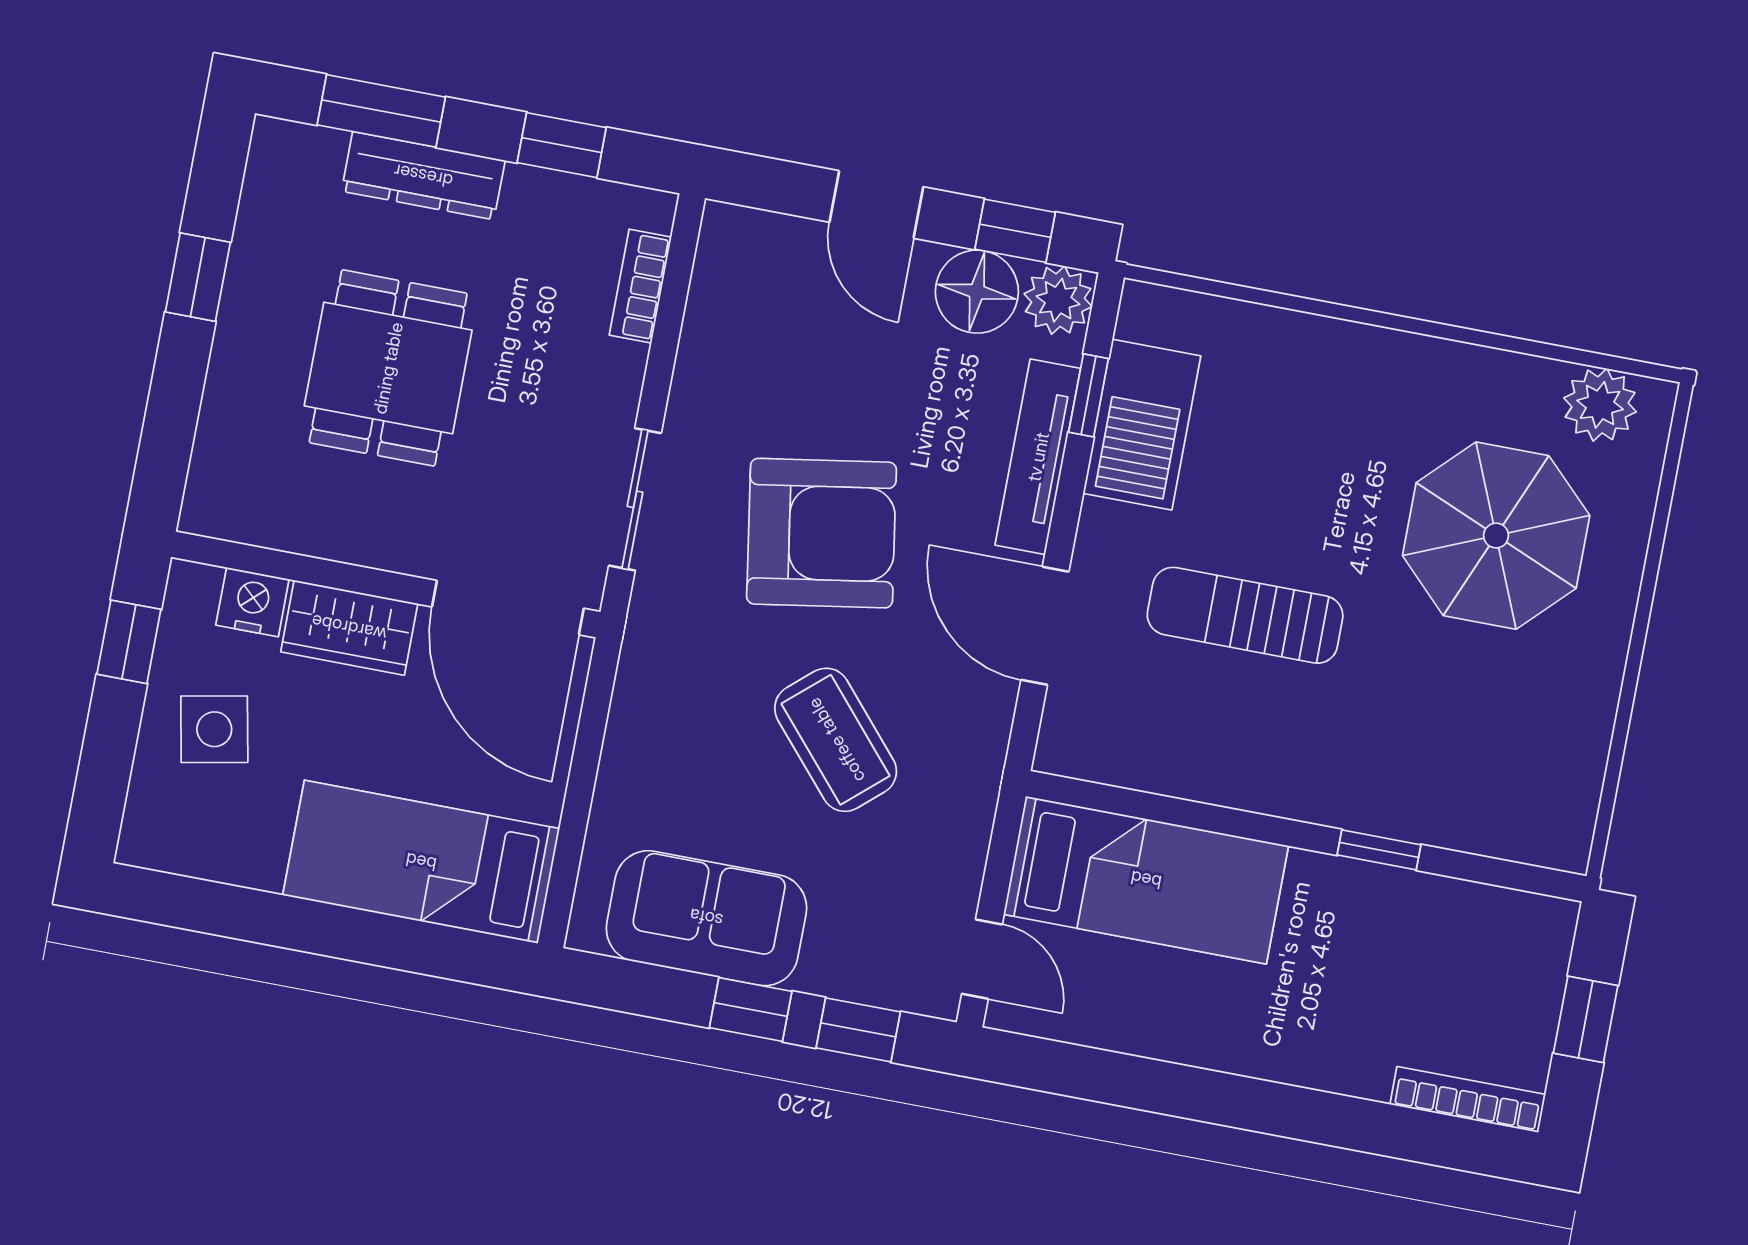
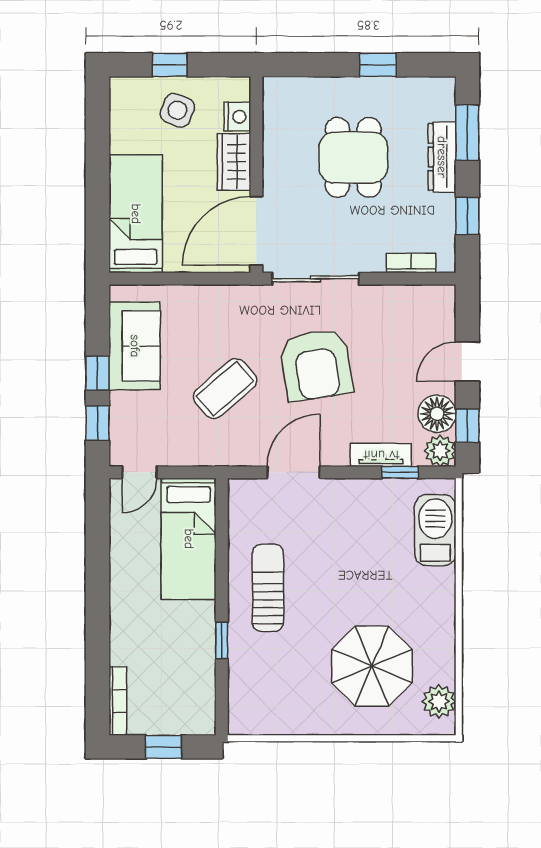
dining table: (388, 368) -> (353, 157), turned 90
barbecue: (1142, 425) -> (435, 530), moved, turned 90
tv unit: (1038, 457) -> (381, 455), width x0.71
sliding door: (635, 499) -> (315, 279), width x1.37
sun lounger: (1245, 615) -> (268, 588), moved
window: (129, 642) -> (170, 65), moved
side table: (214, 729) -> (177, 110), turned 33

